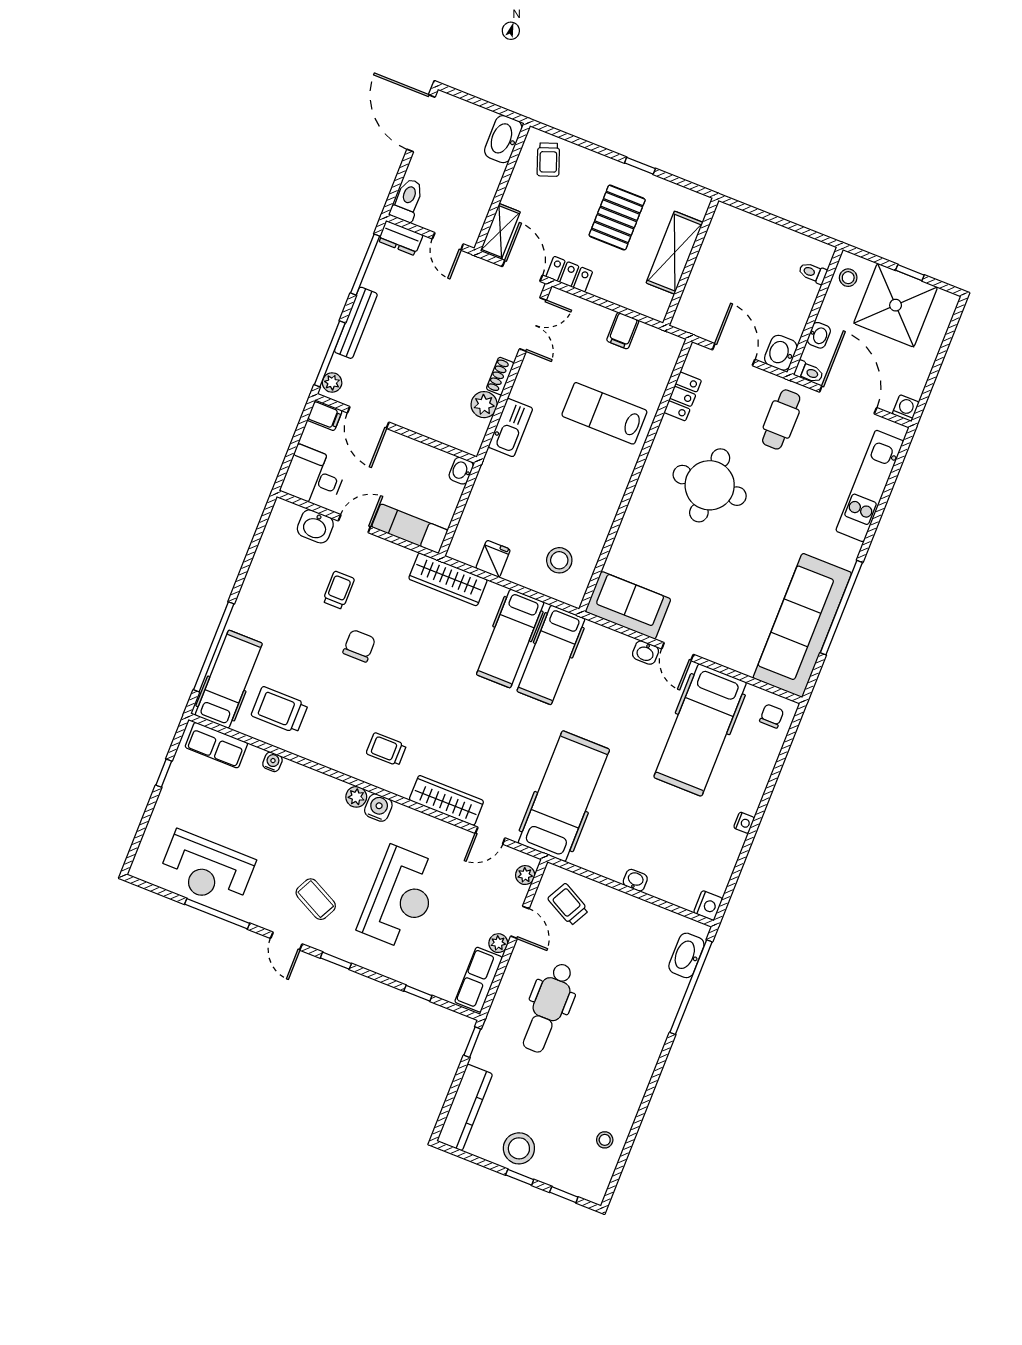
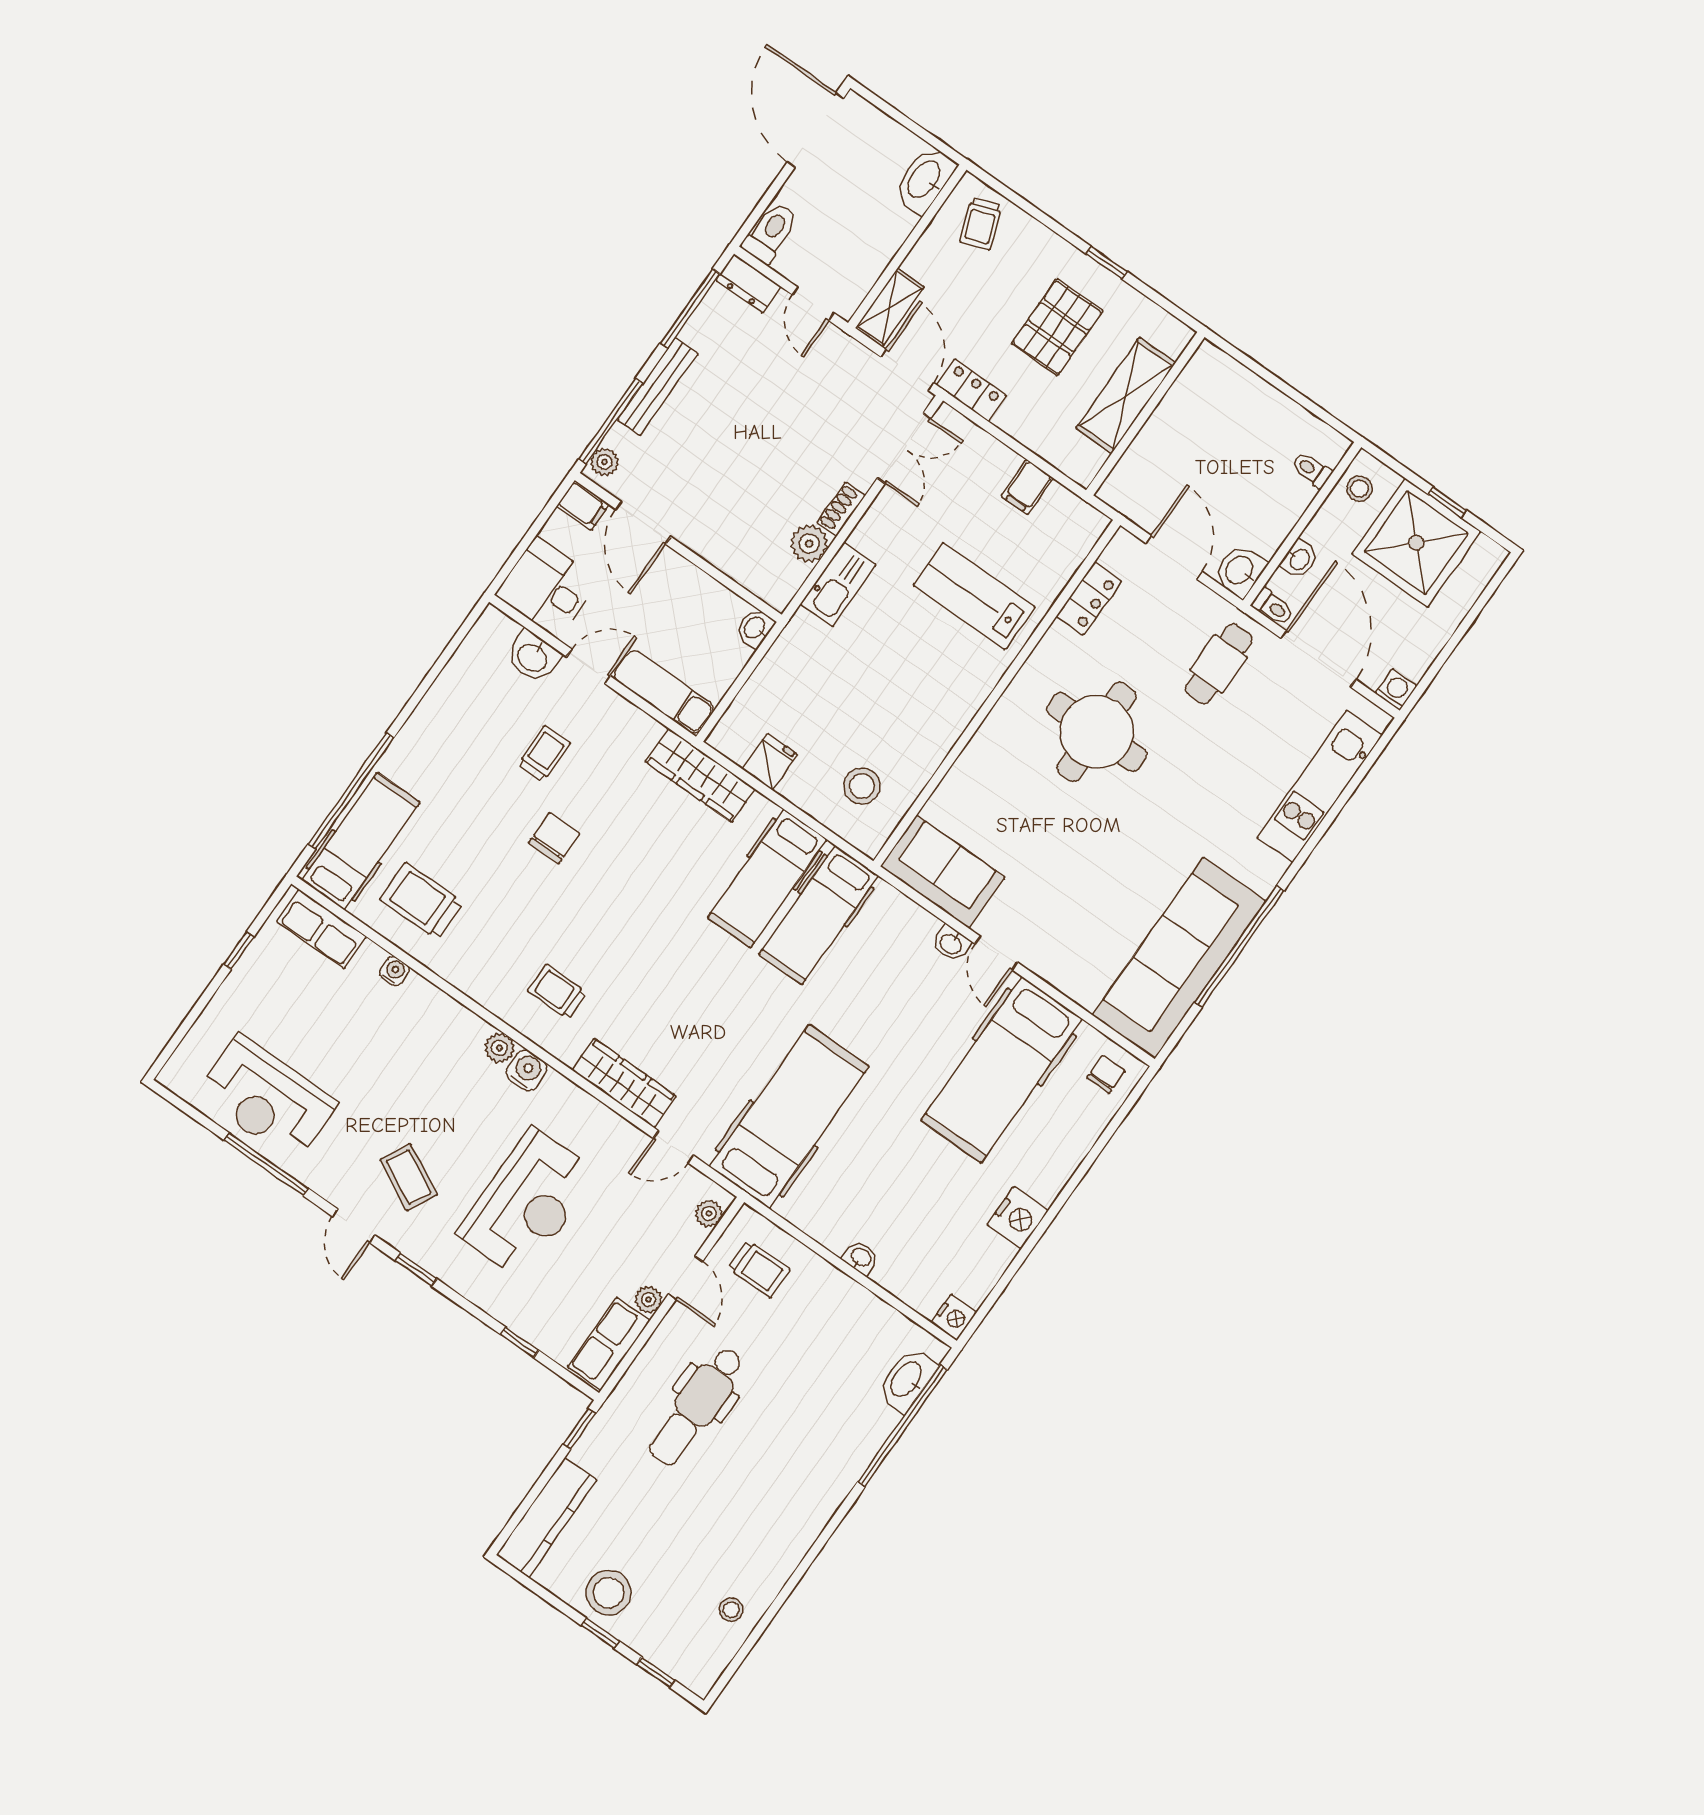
nightstand: (744, 823) -> (1018, 1218), width x1.89, depth x1.79
trolley: (568, 904) -> (759, 1269), turned 152

